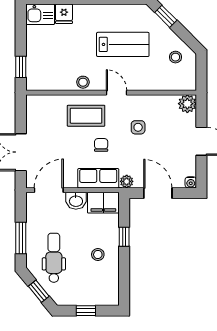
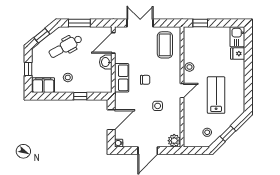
window: (166, 16) -> (228, 134), moved
lab bench: (123, 44) -> (216, 95), turned 180
coffee table: (86, 116) -> (165, 45), moved
plant: (127, 181) -> (119, 98), removed
door: (49, 190) -> (113, 43), swing flipped
filing cabinet: (103, 203) -> (43, 85), moved, turned 90
dental chair: (54, 258) -> (66, 46), turned 151

